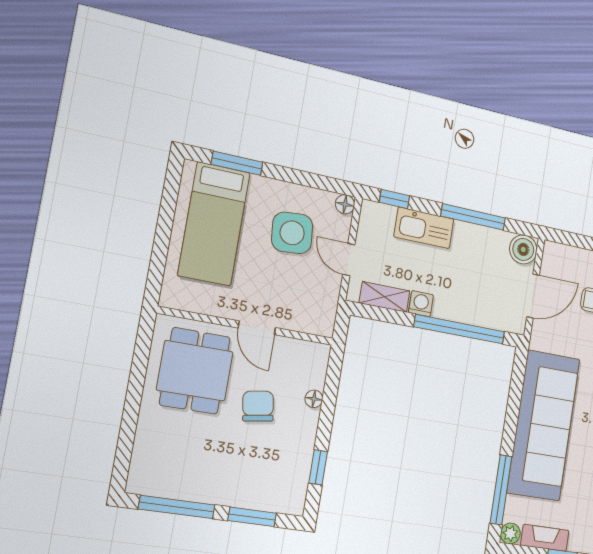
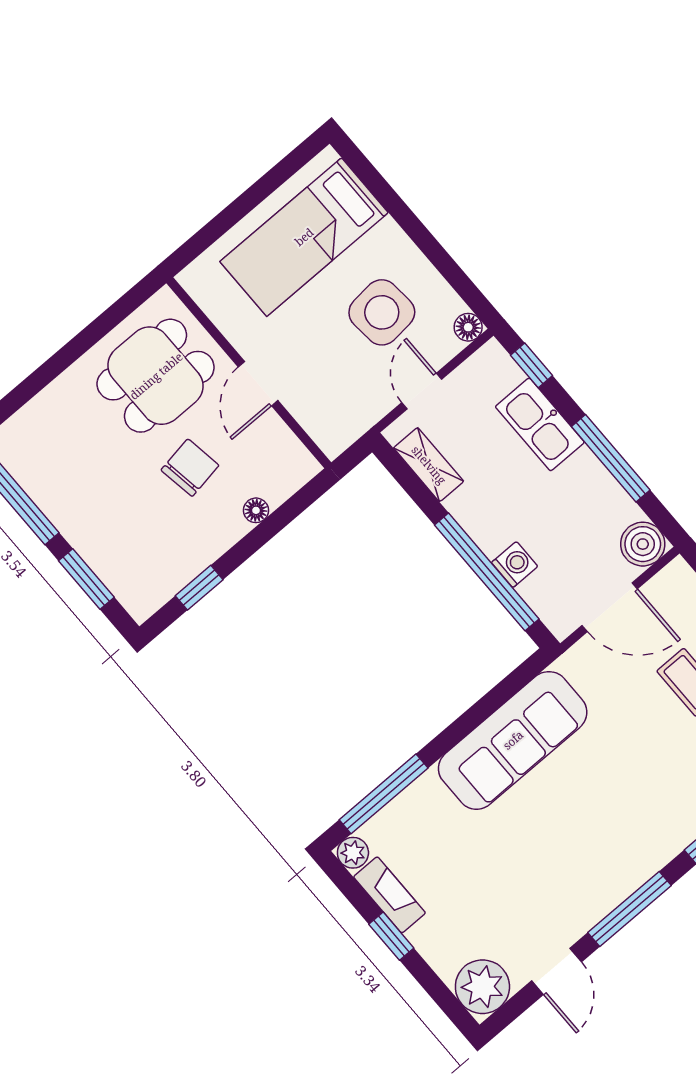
window: (237, 163) -> (383, 191), removed
washing machine: (421, 304) -> (515, 564), moved
sofa: (544, 425) -> (513, 740), width x0.74, depth x0.79

